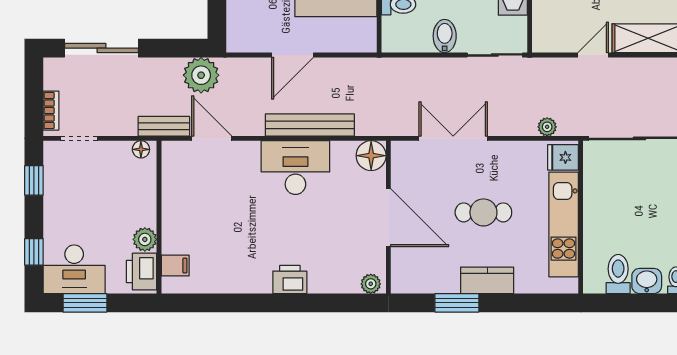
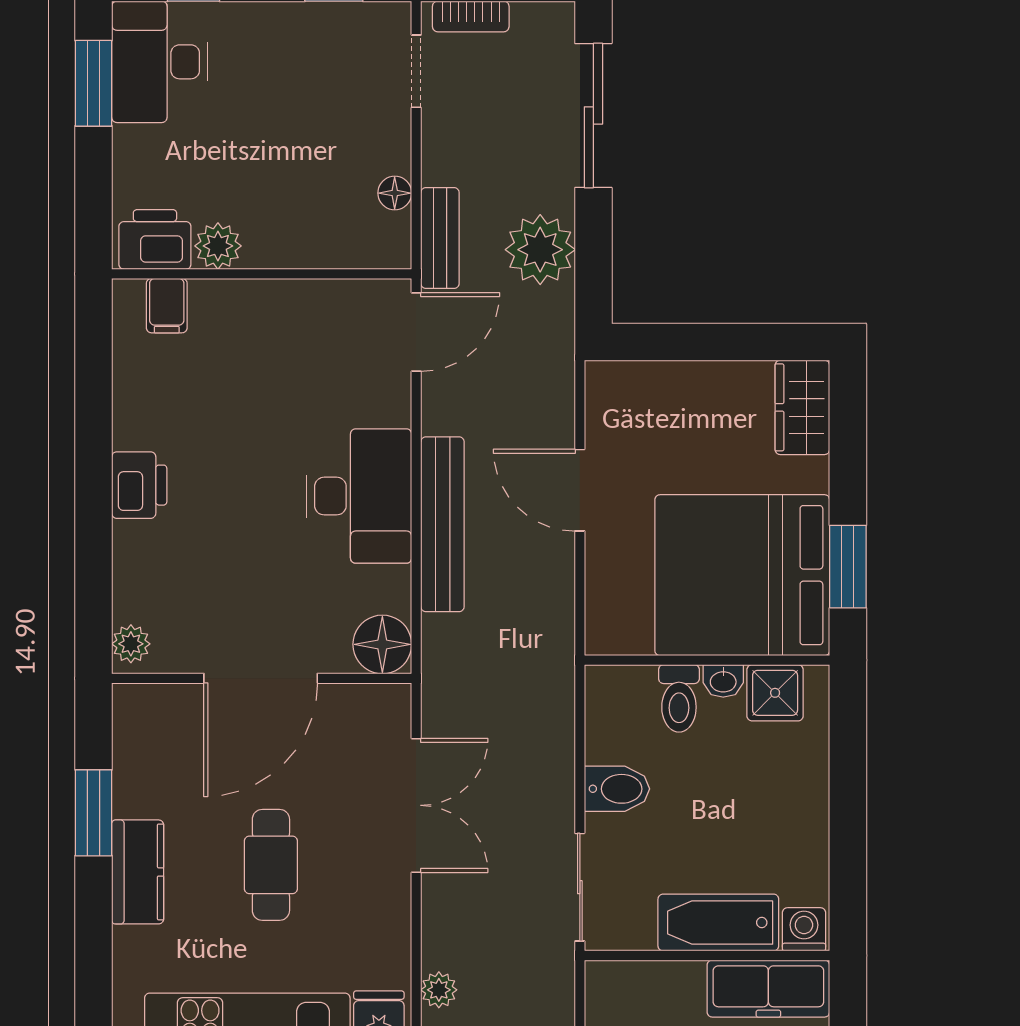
plant: (201, 75) -> (540, 250), moved
wall: (159, 217) -> (262, 274), moved
plant: (145, 239) -> (218, 246), moved
filing cabinet: (175, 266) -> (167, 306), moved
printer: (142, 272) -> (155, 239), moved

